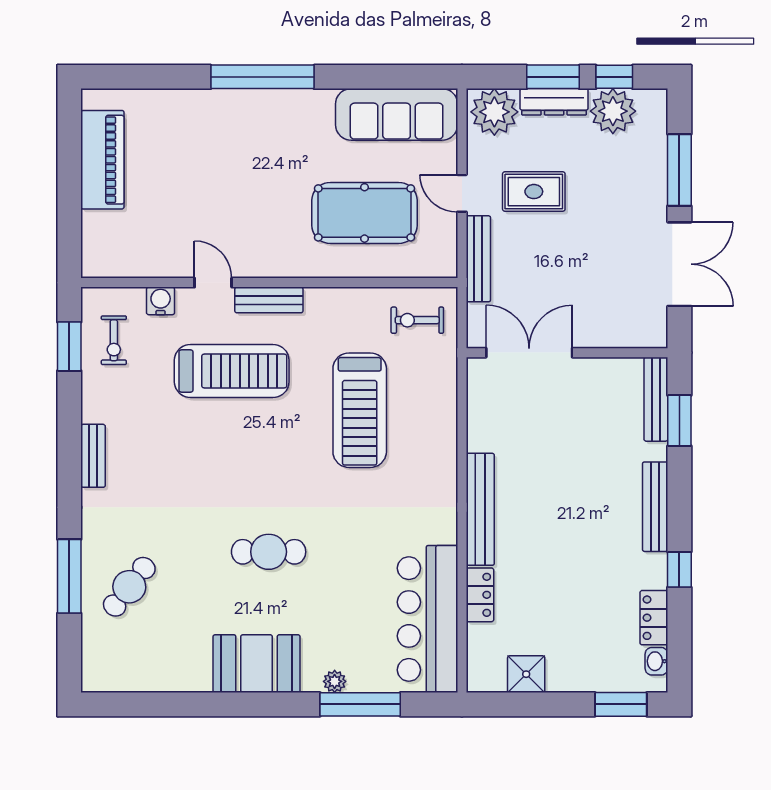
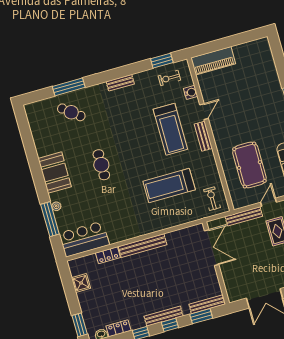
piano: (102, 160) -> (213, 61), moved
window: (679, 498) -> (170, 325), added
bar counter: (427, 619) -> (84, 239), width x0.73

